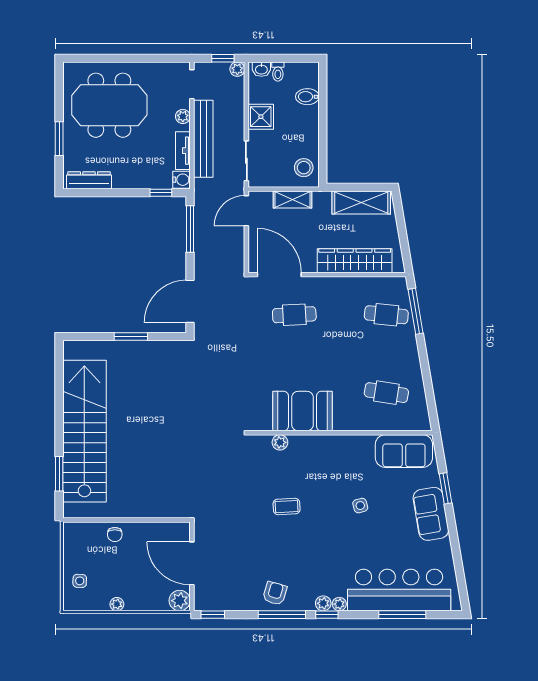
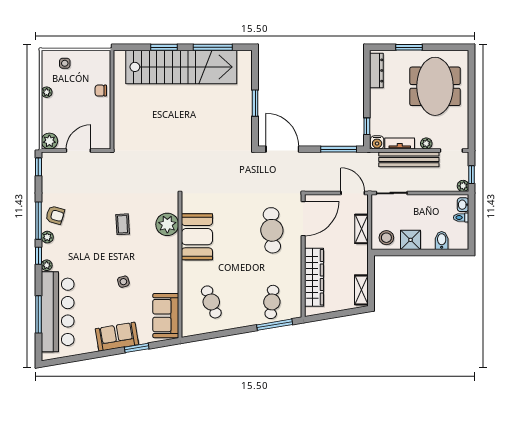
shower: (261, 117) -> (411, 240), moved
shelving: (361, 203) -> (361, 290), width x0.67, depth x0.75
cafe table: (294, 315) -> (272, 230), width x1.37, depth x1.35
window: (59, 391) -> (213, 47), added
cafe table: (386, 393) -> (211, 302), turned -30
plant: (280, 442) -> (167, 224), width x1.88, depth x1.88
window: (59, 474) -> (164, 47), moved
door: (192, 563) -> (78, 151), width x0.73
plant: (323, 603) -> (47, 237), moved

